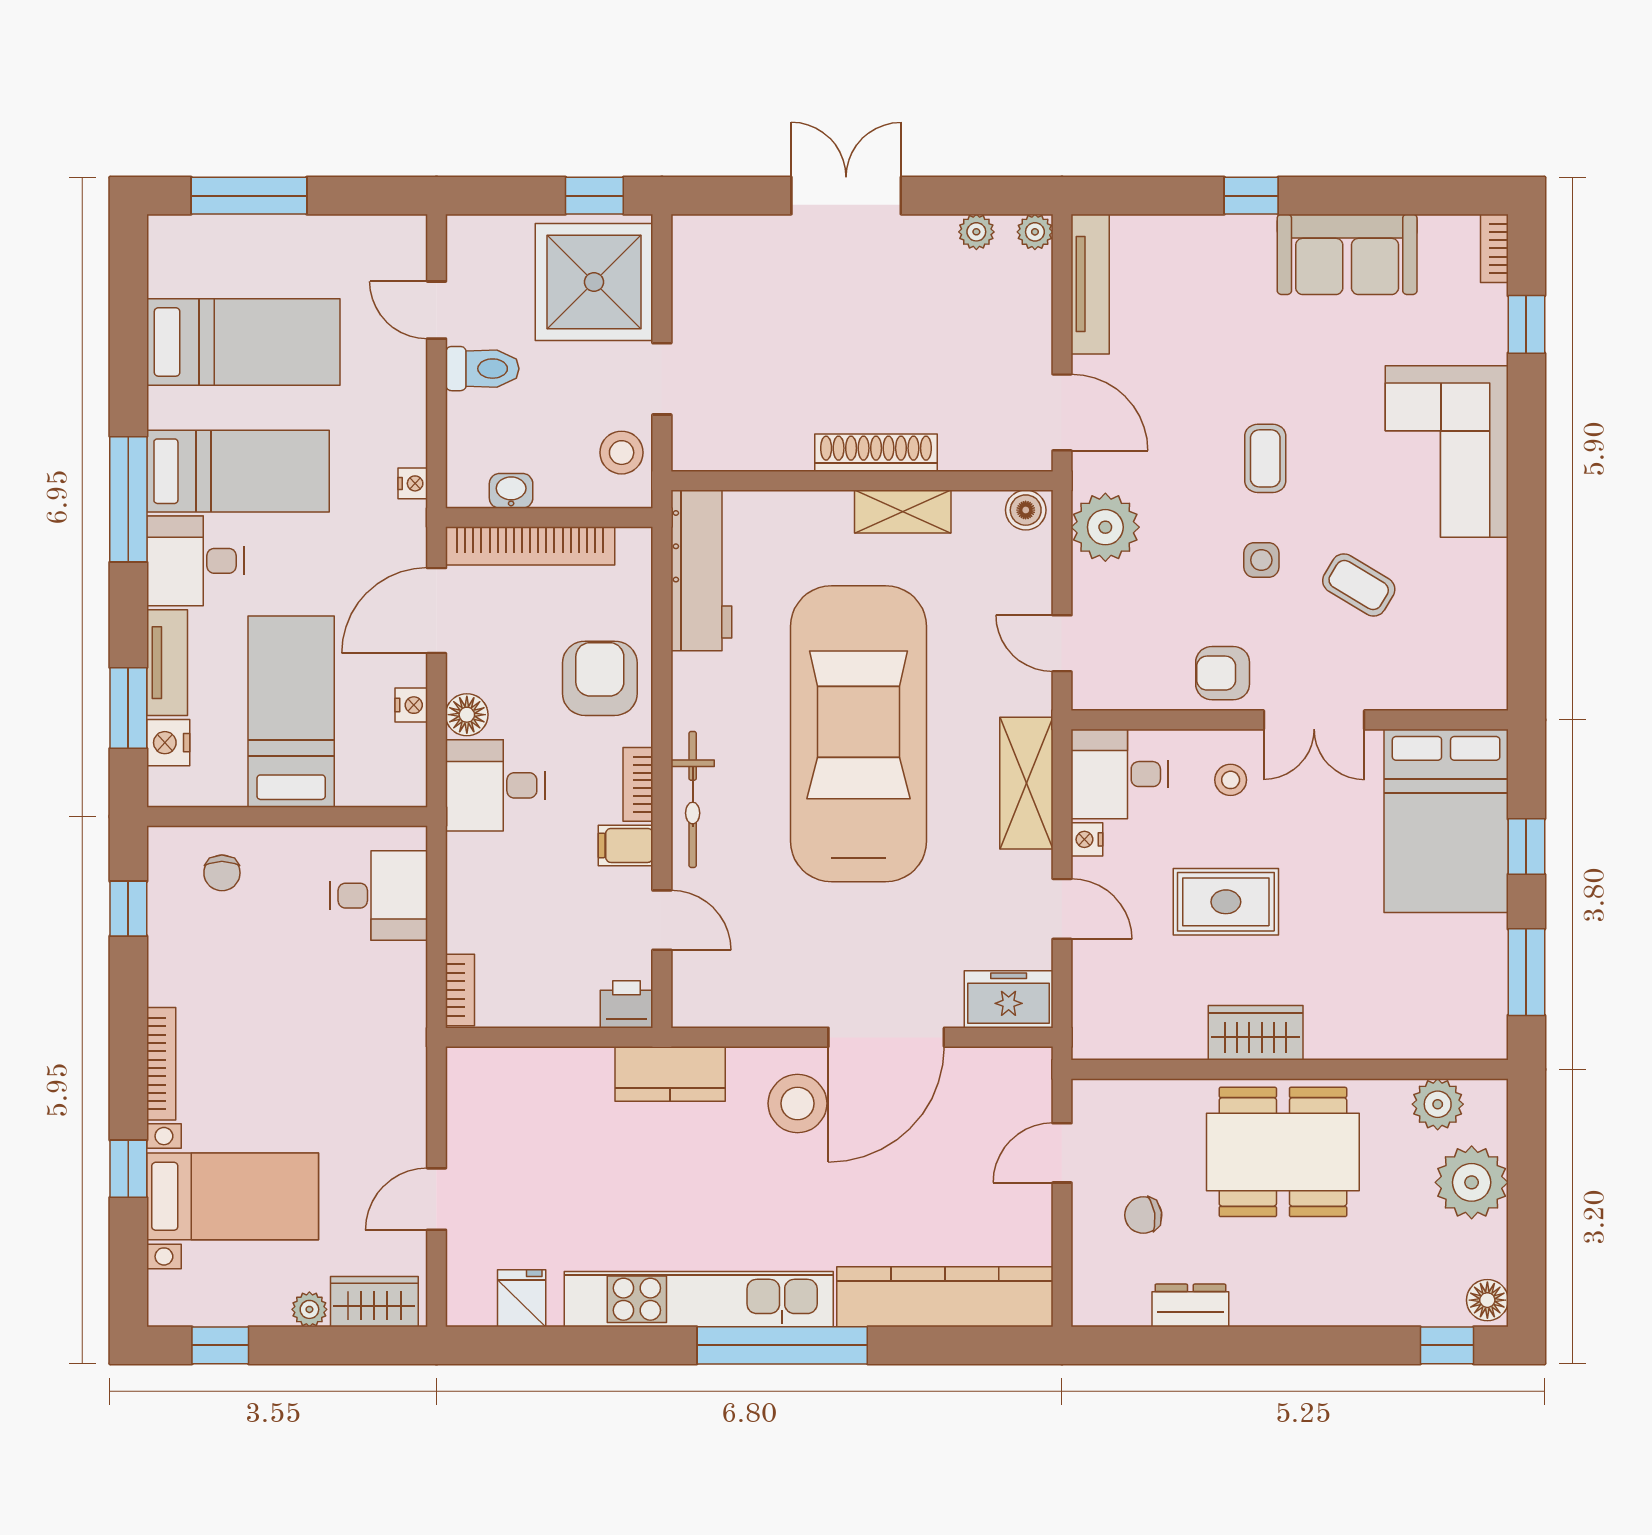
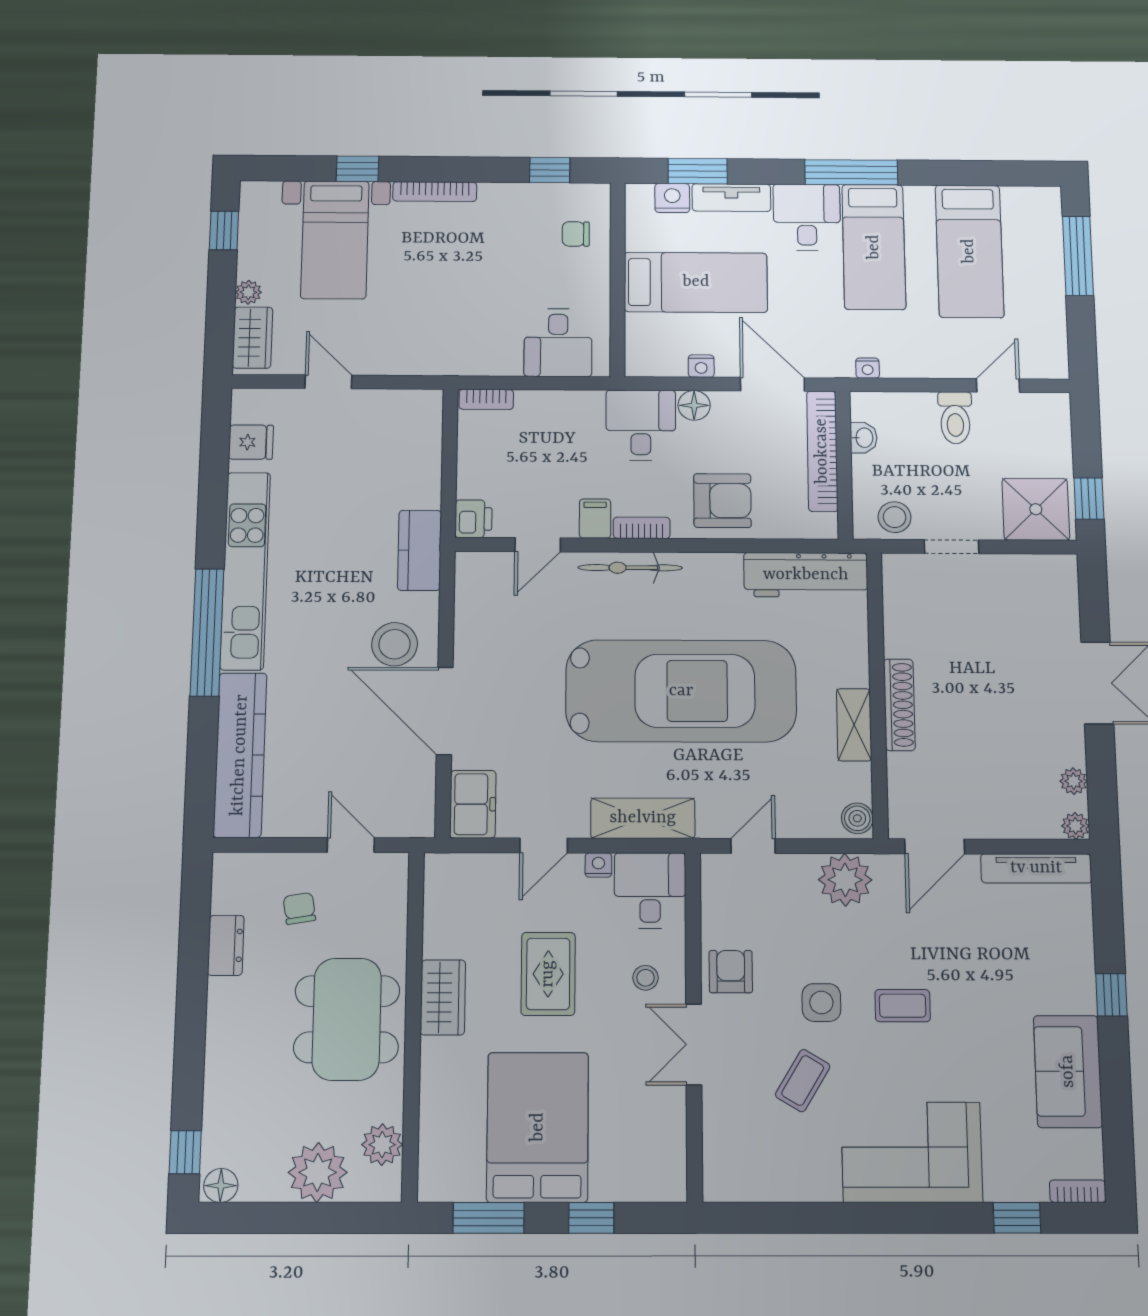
shower: (594, 282) -> (1036, 509), width x0.73, depth x0.73
side table: (1261, 560) -> (821, 1002), width x1.37, depth x1.37
bed: (1446, 821) -> (538, 1127), moved, turned 90

